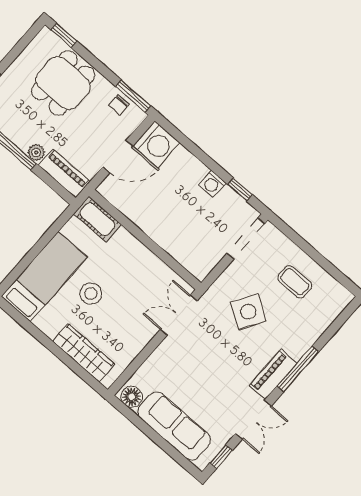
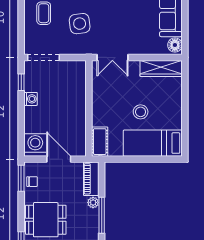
side table: (248, 312) -> (80, 24), turned -38
wardrobe: (84, 353) -> (161, 68), moved, turned -90

